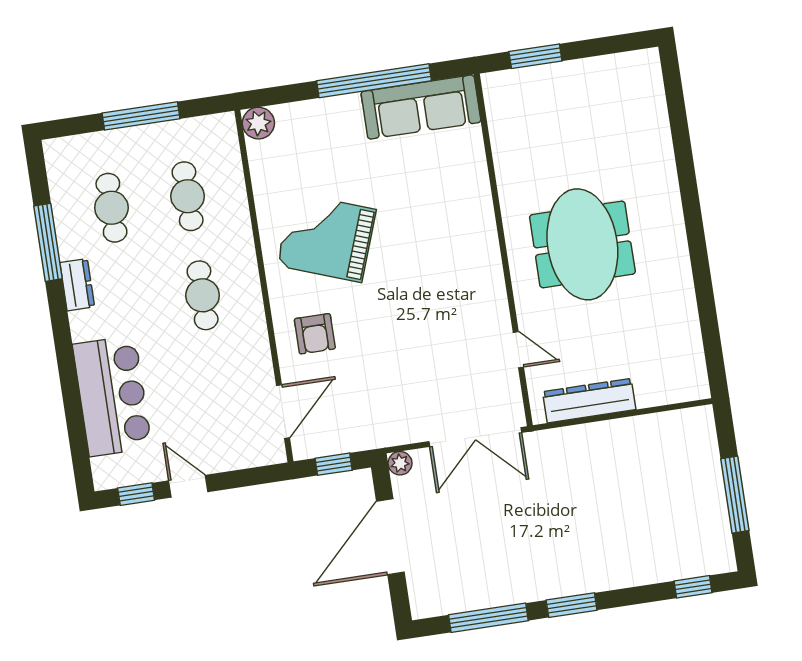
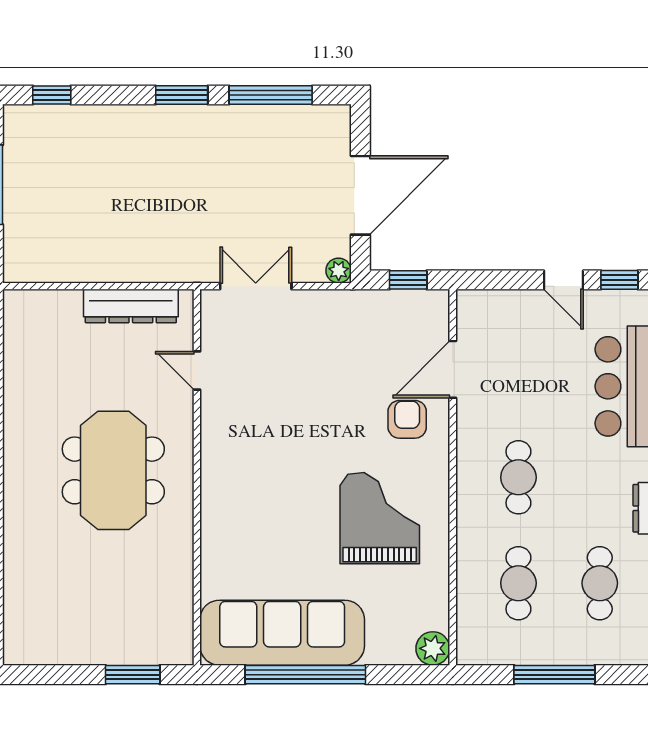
sofa: (421, 107) -> (282, 633), width x1.36, depth x1.27
grand piano: (327, 238) -> (380, 518), turned -110
door: (283, 412) -> (453, 369), moved
double door: (475, 437) -> (256, 286), width x0.73

